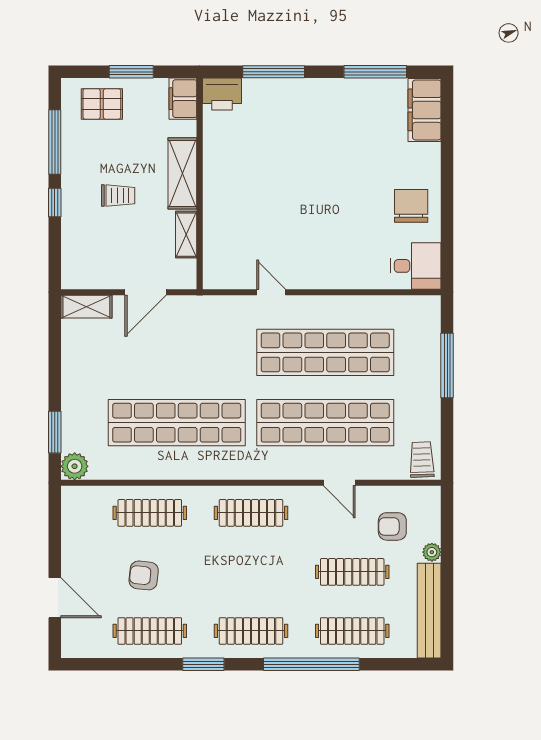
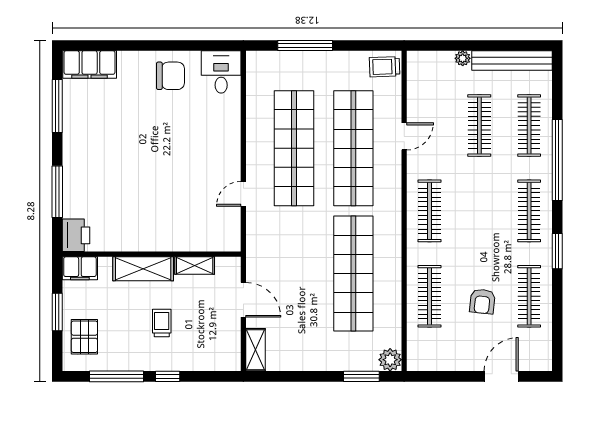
chair: (411, 206) -> (170, 76), turned 180
armchair: (392, 526) -> (441, 92), removed

